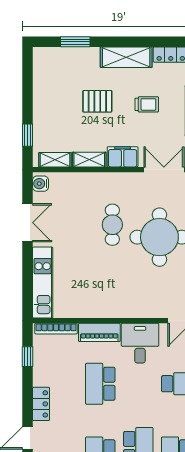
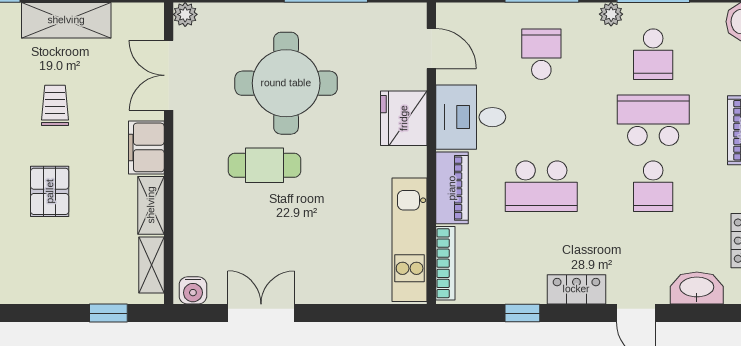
kitchen unit: (43, 283) -> (410, 240), moved, turned -90
fridge: (139, 305) -> (404, 118), added
window: (27, 357) -> (522, 313), moved

